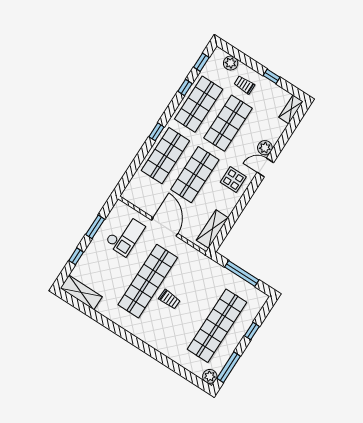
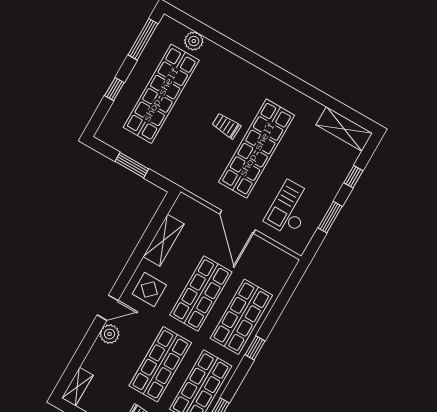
shelving: (212, 229) -> (164, 240), moved
window: (242, 273) -> (132, 165), width x0.69
plant: (210, 376) -> (194, 41), moved

